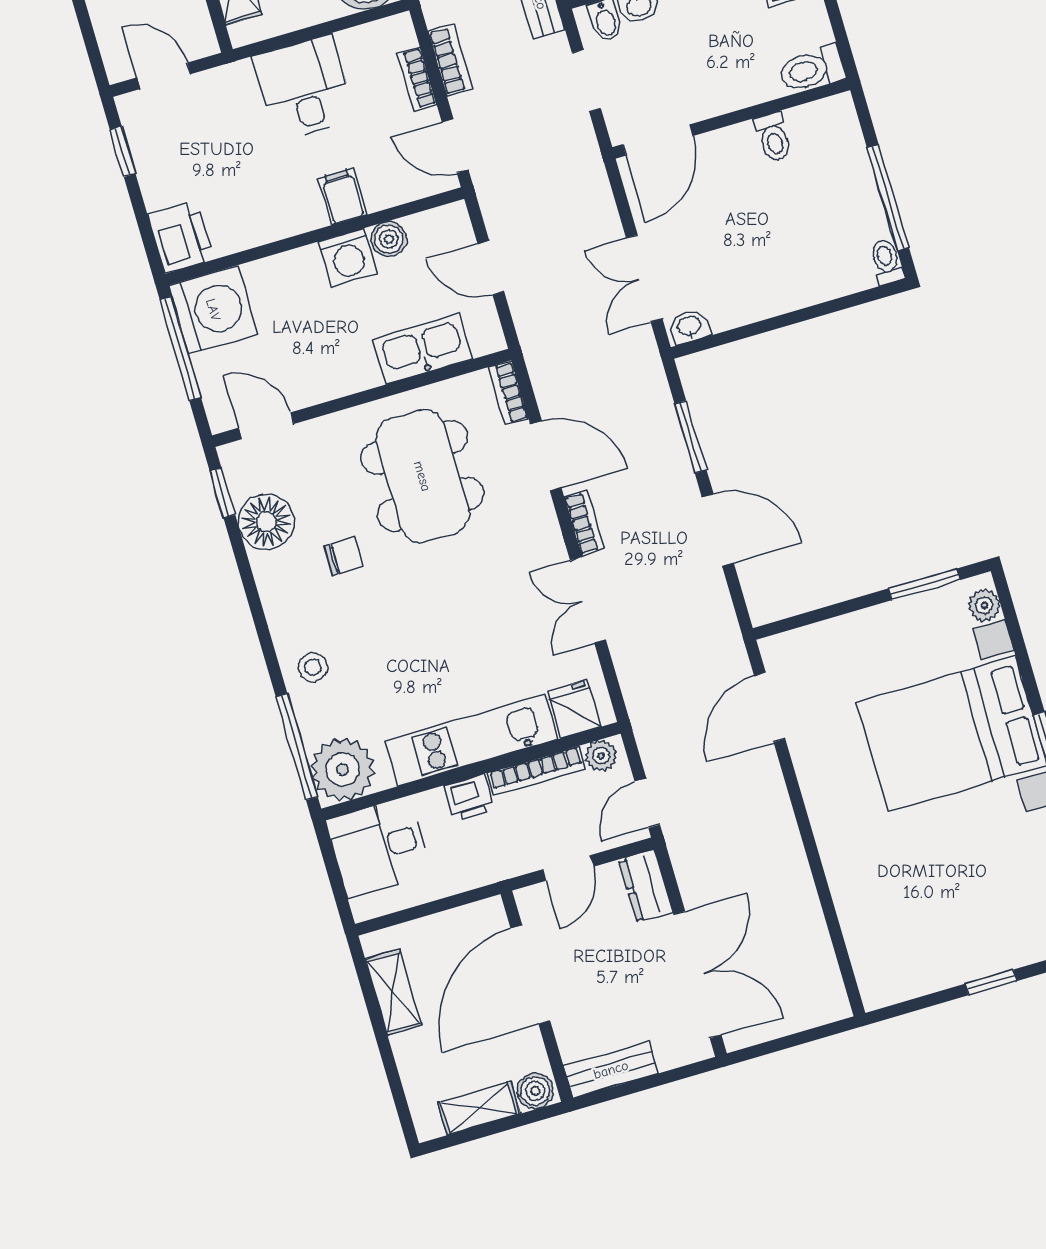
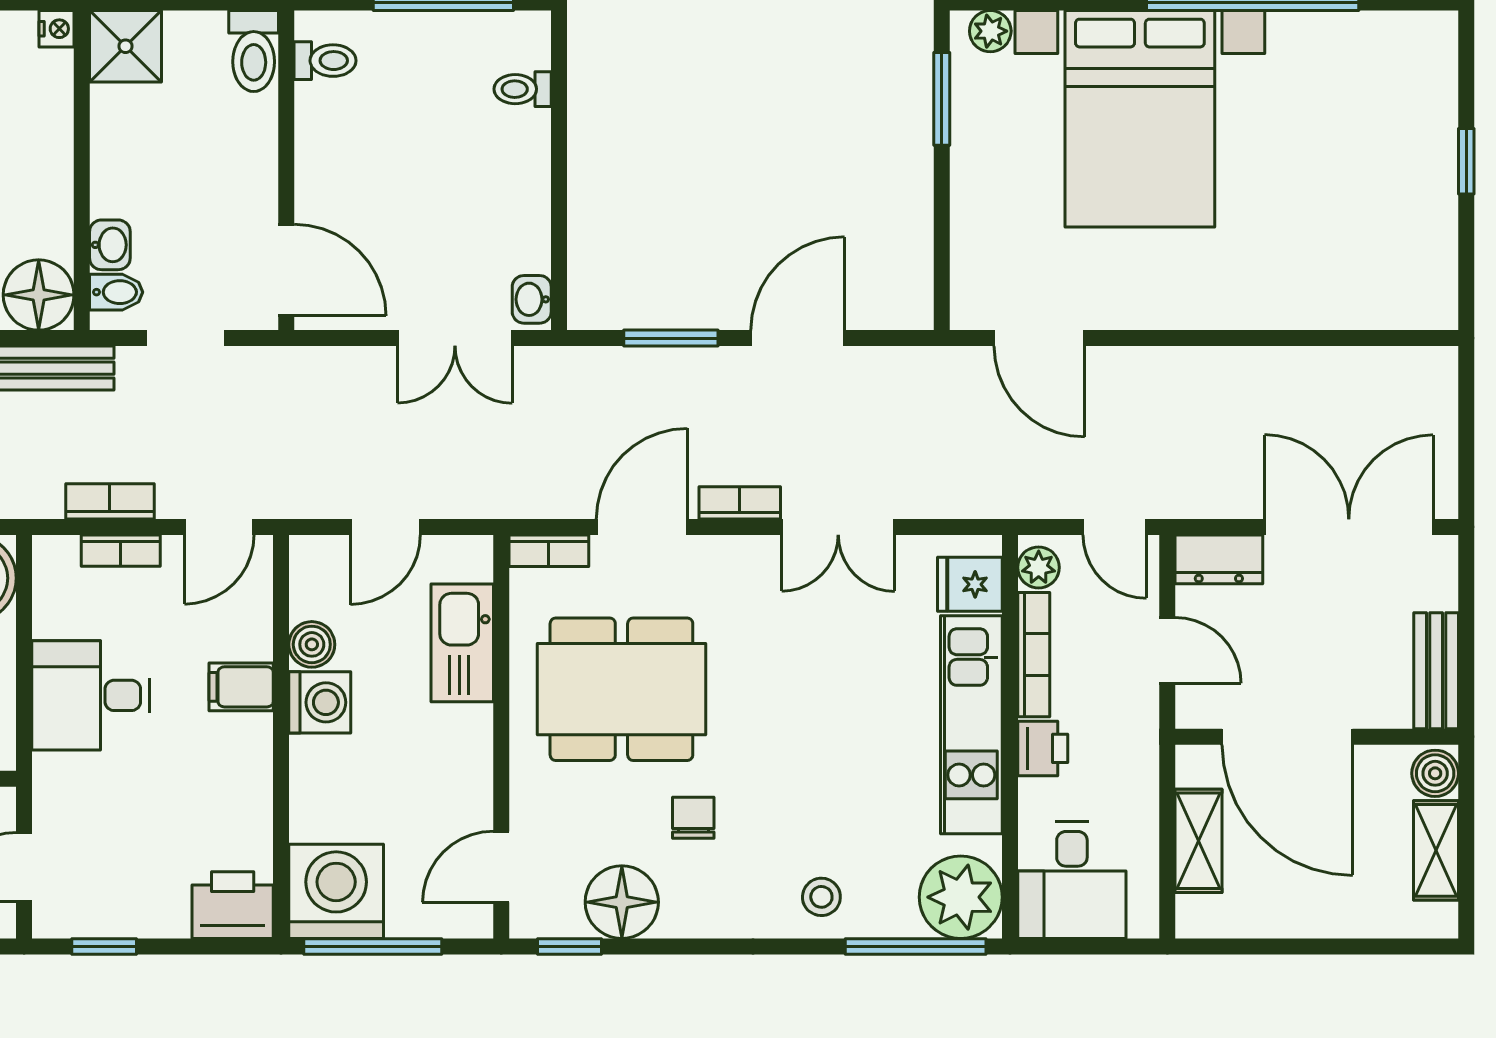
toilet: (773, 137) -> (325, 61), moved
toilet: (886, 261) -> (523, 89), moved
shelving: (393, 992) -> (1198, 841), moved, turned 90

